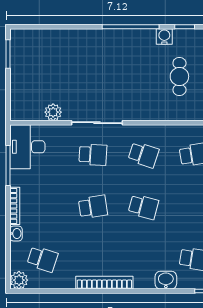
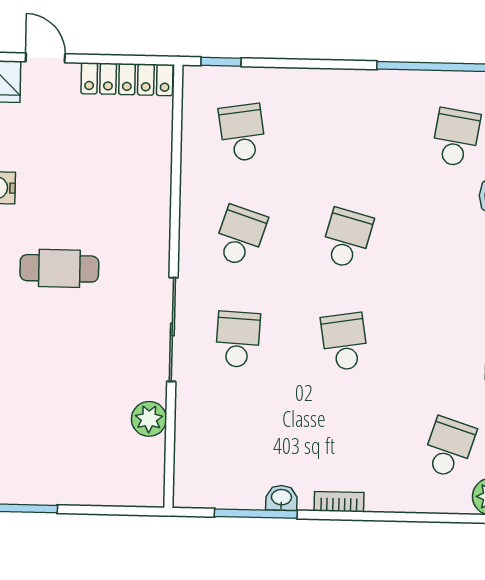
cafe table: (179, 76) -> (59, 268), moved
desk: (27, 147) -> (218, 473), removed
bookcase: (15, 206) -> (339, 502), width x0.64
washbasin: (16, 234) -> (281, 498), moved

